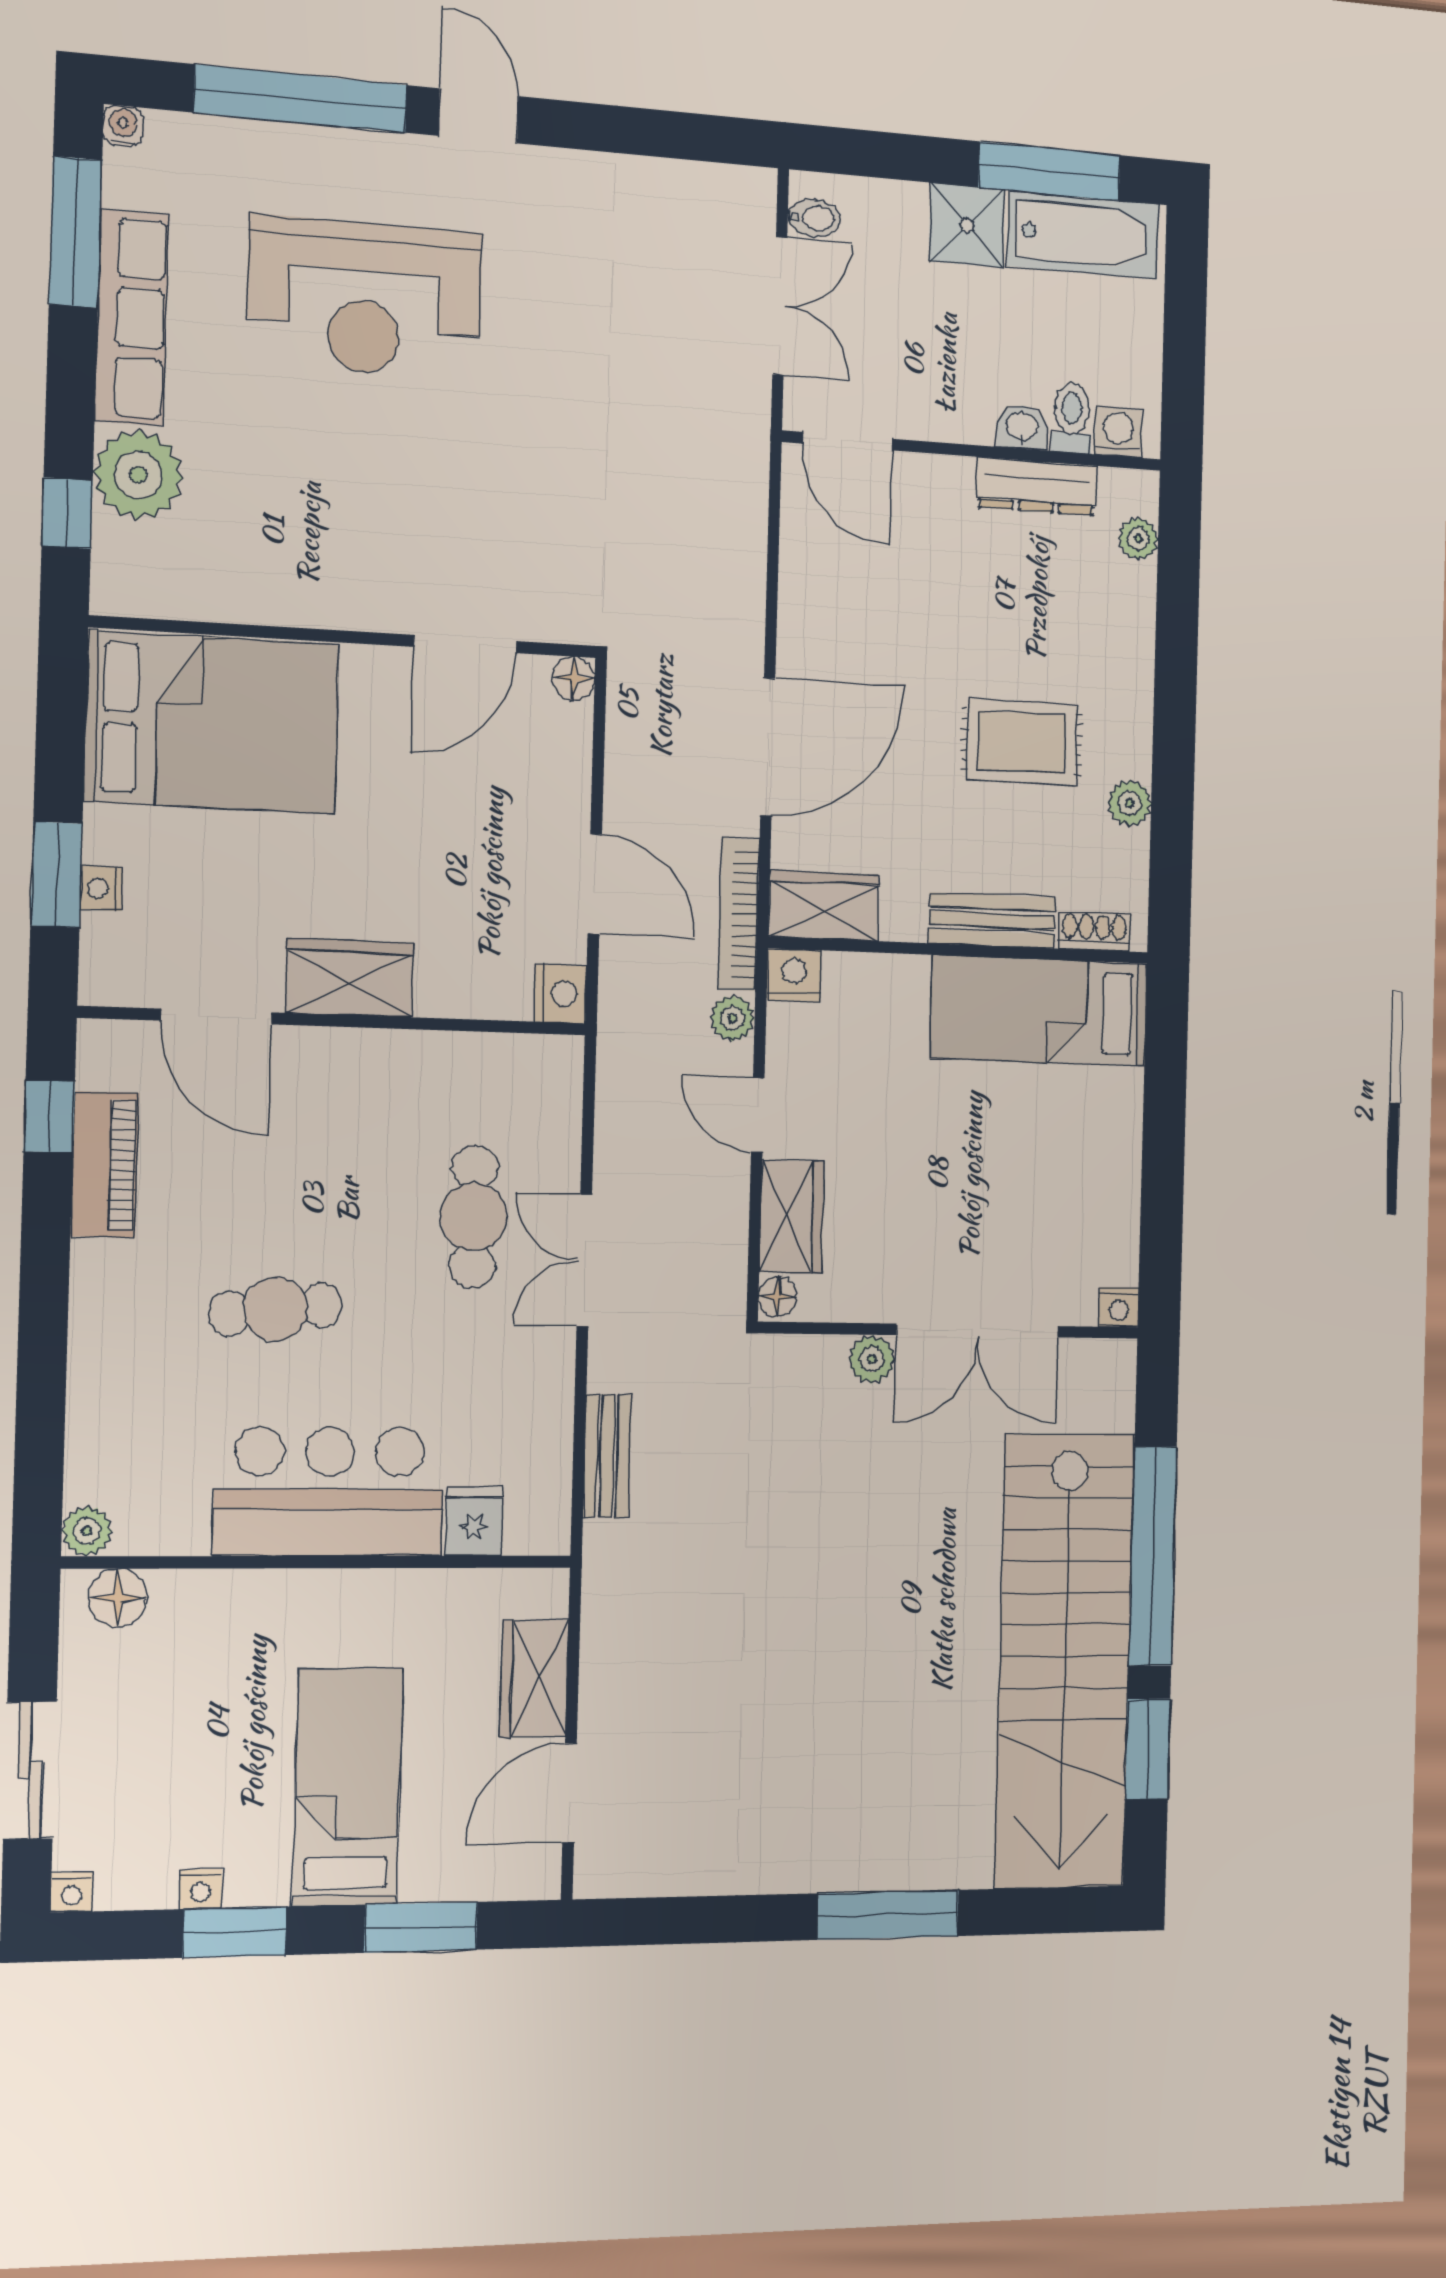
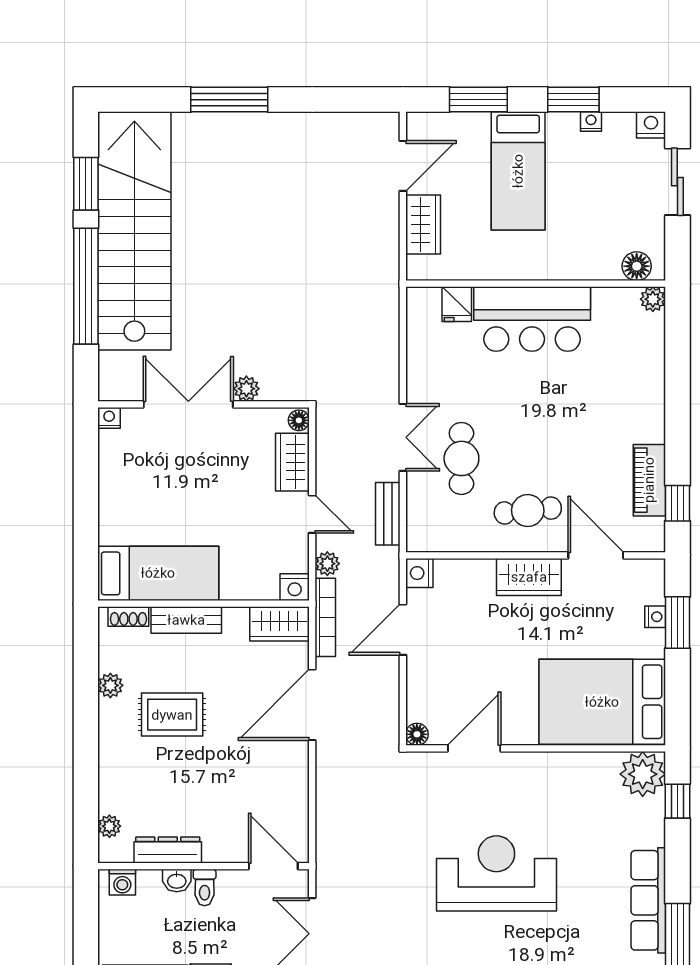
reception desk: (365, 298) -> (496, 873), moved
toilet: (1072, 418) -> (205, 888), moved
plant: (138, 475) -> (643, 774), moved
door: (595, 884) -> (403, 630), hinge flipped
cafe table: (276, 1309) -> (528, 511), moved
bench: (607, 1456) -> (388, 514), moved
nightstand: (72, 1892) -> (651, 125), width x1.39, depth x1.35

